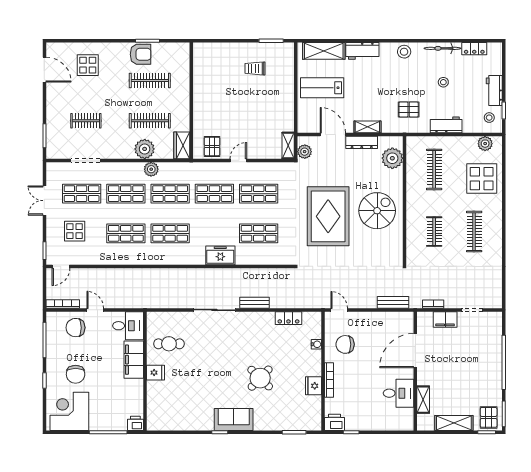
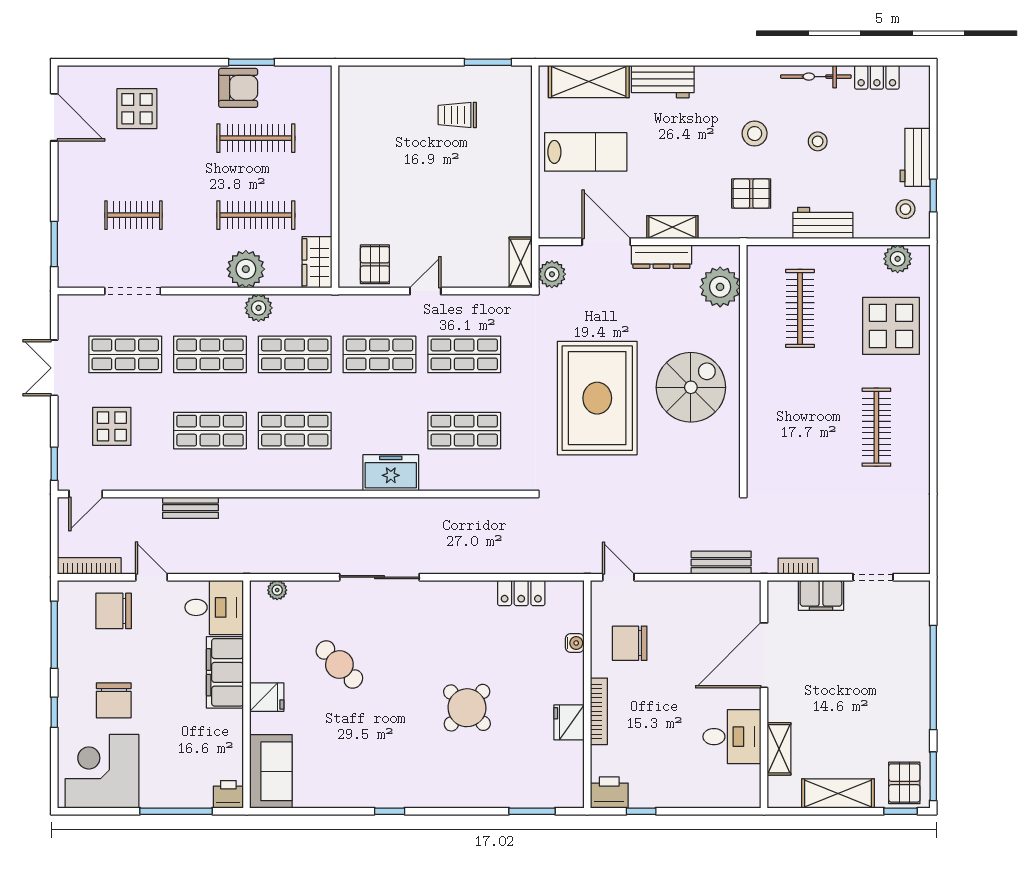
stool: (404, 52) -> (755, 134), moved
lab bench: (322, 88) -> (586, 152), turned 180
clothes rail: (434, 232) -> (800, 427), removed
bench: (254, 303) -> (191, 508), moved
plant: (161, 317) -> (277, 590), added
cafe table: (169, 344) -> (339, 665), moved, turned 46
sofa: (234, 419) -> (271, 771), moved, turned 90

